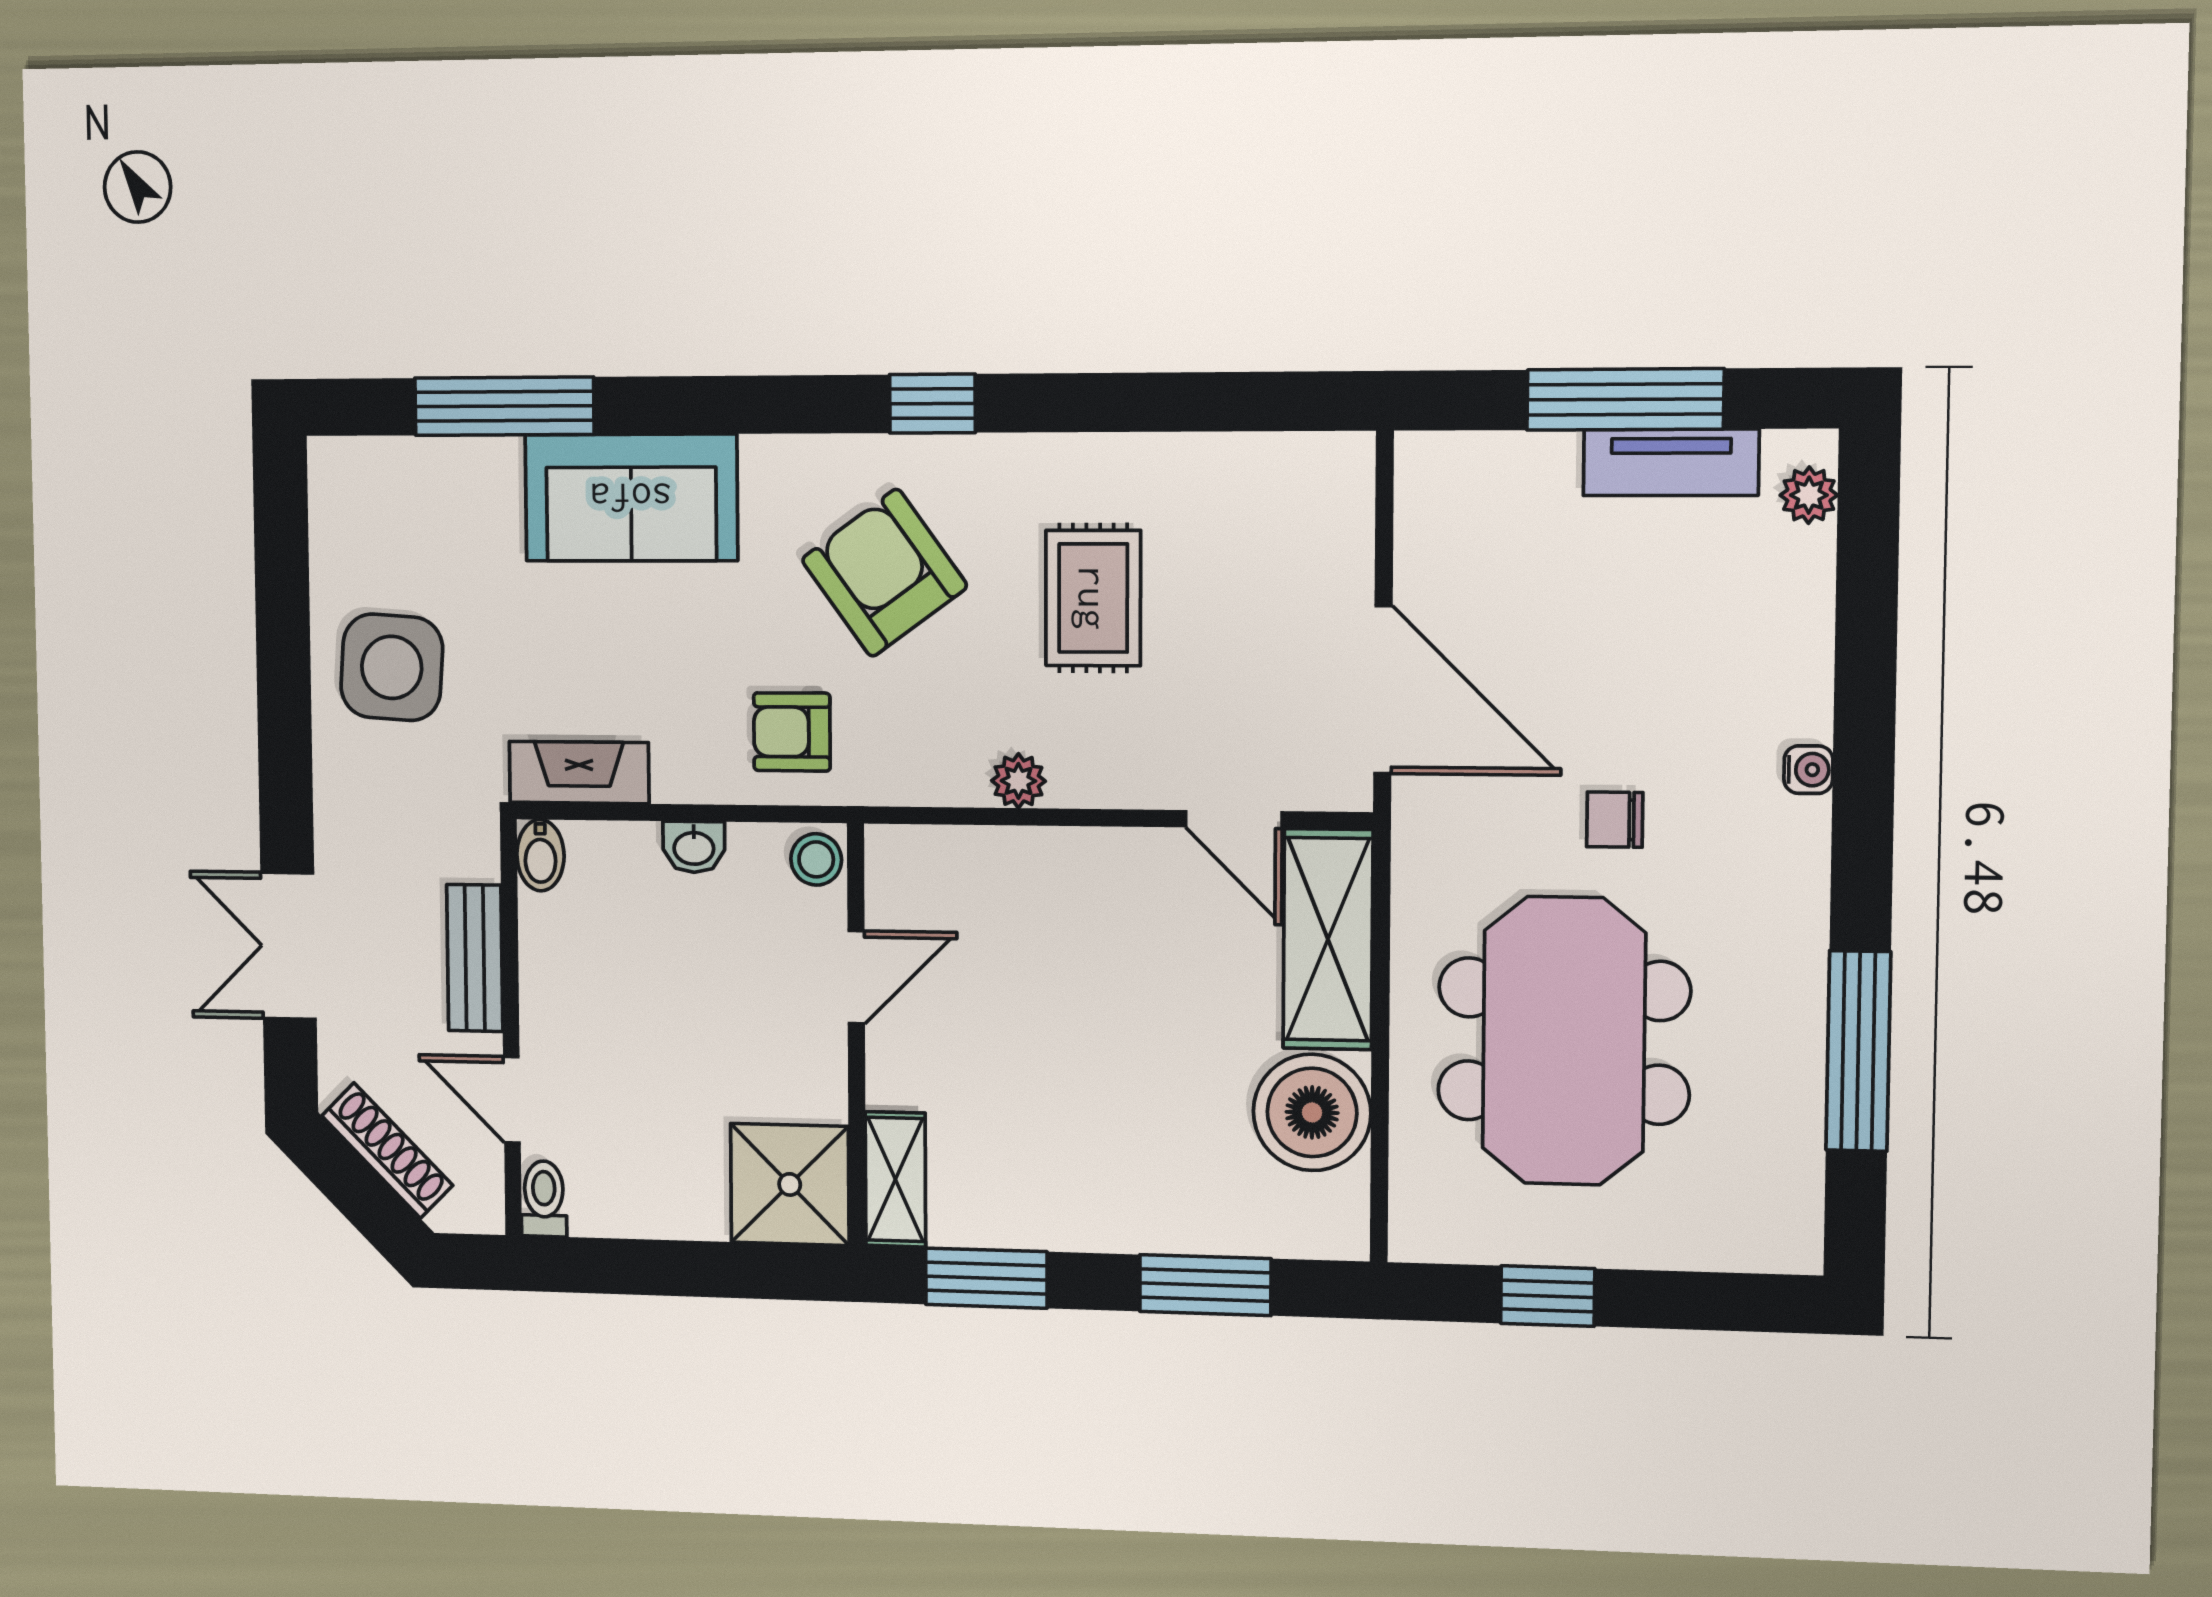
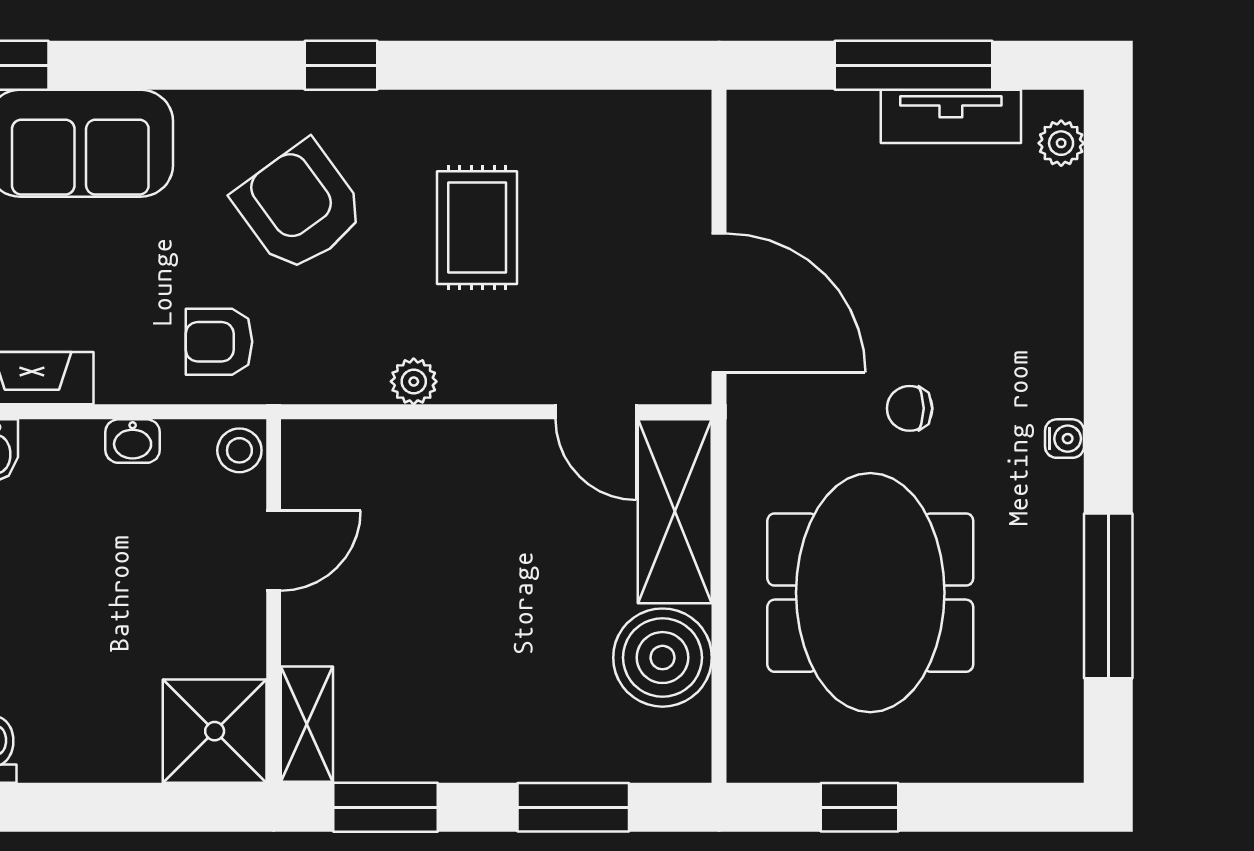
water cooler: (1808, 770) -> (1065, 439), moved

